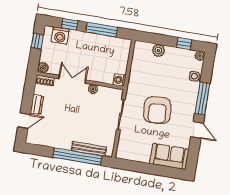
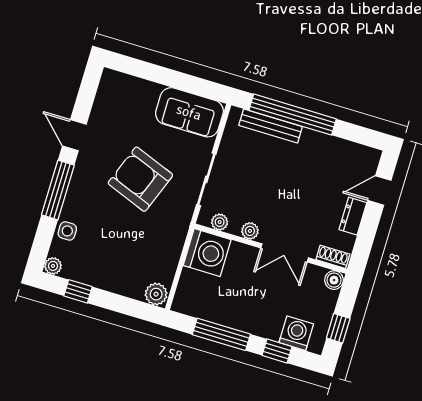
plant: (158, 50) -> (156, 294), moved
washing machine: (119, 80) -> (207, 253), width x1.89, depth x1.89
plant: (110, 92) -> (220, 222), added
armchair: (157, 110) -> (140, 179), turned -64
sofa: (169, 156) -> (189, 112), moved

